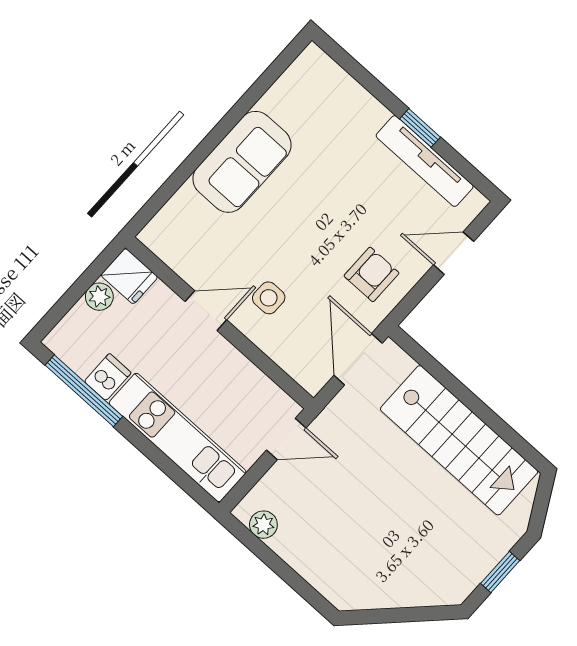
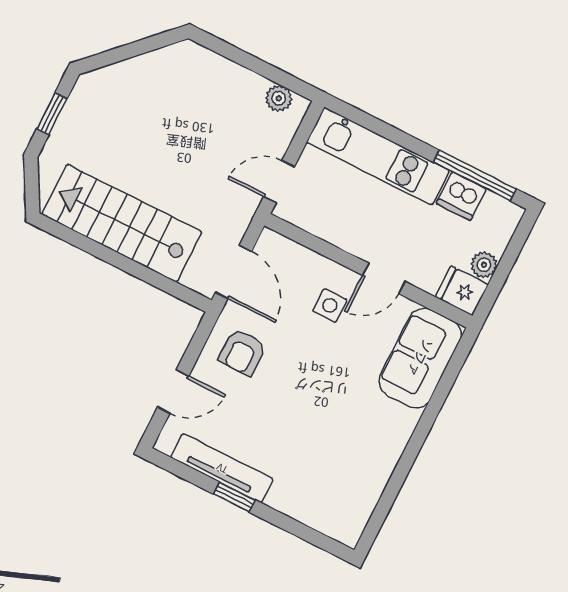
sofa: (242, 162) -> (420, 358), moved
dishwasher: (108, 377) -> (461, 196), width x1.38

